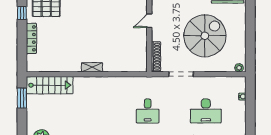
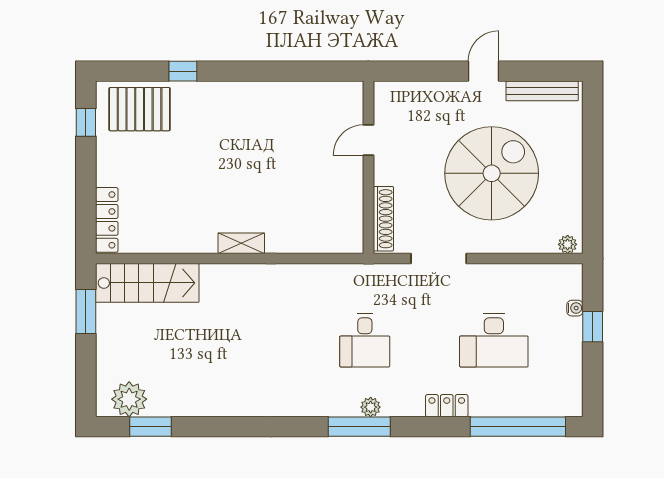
locker: (31, 38) -> (107, 220), moved
window: (250, 105) -> (593, 327), added

